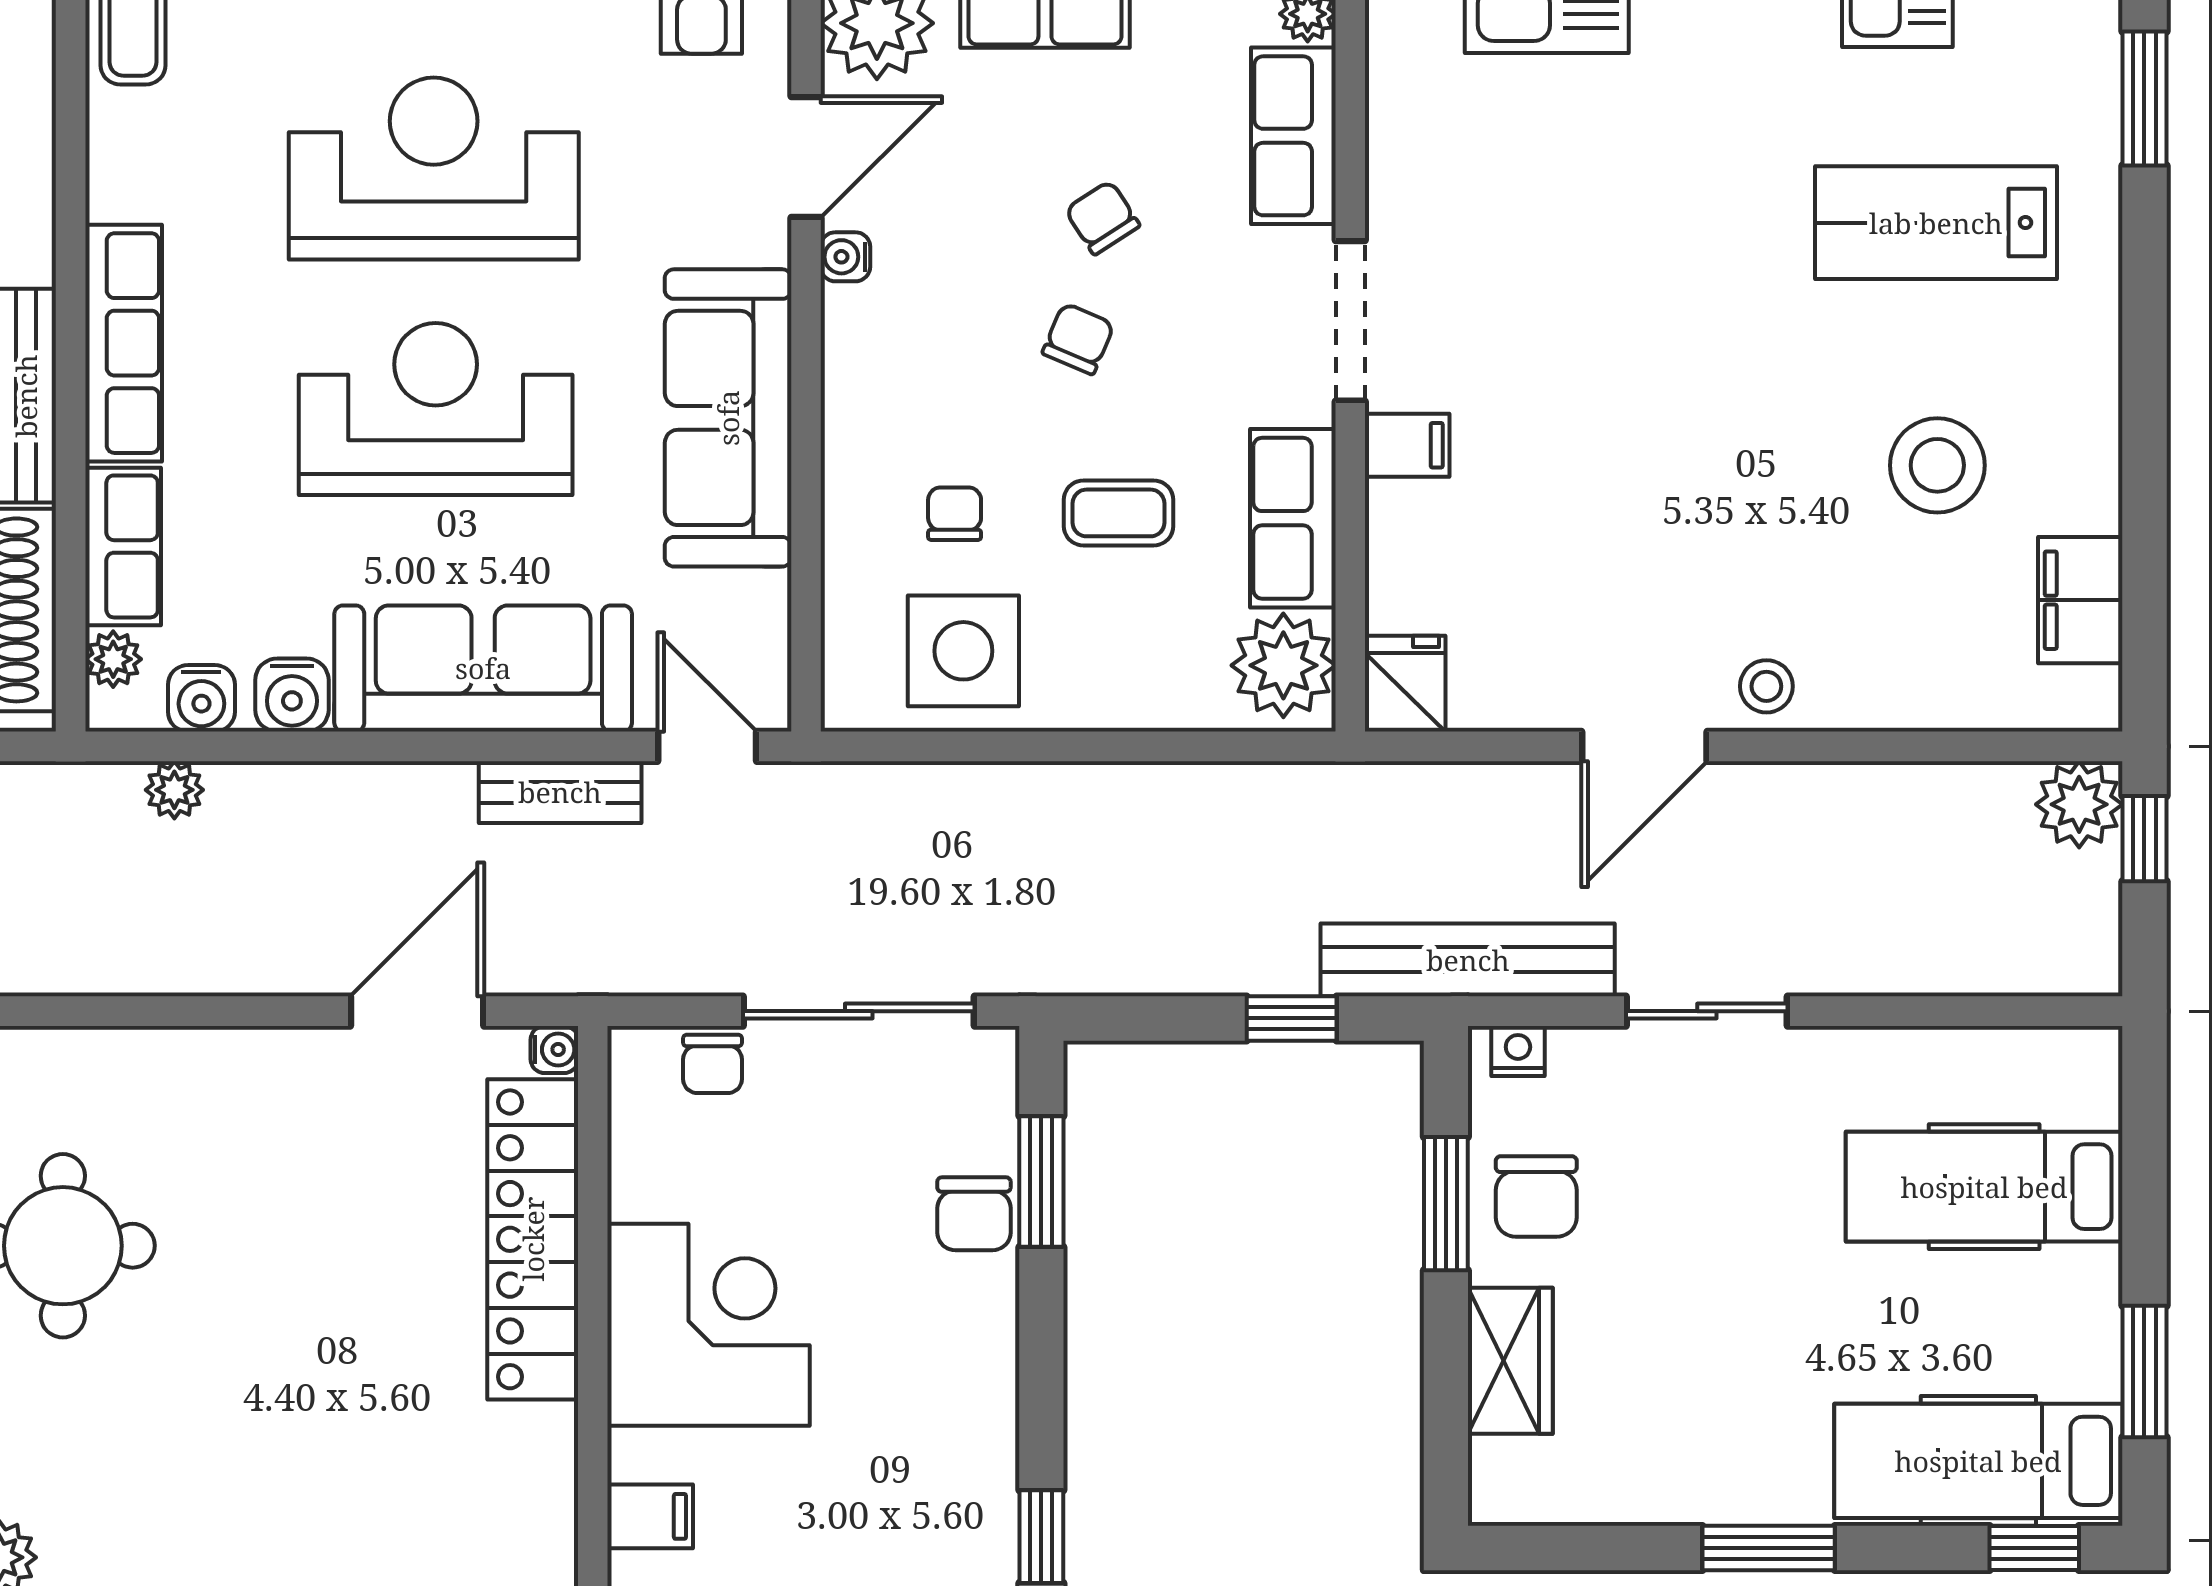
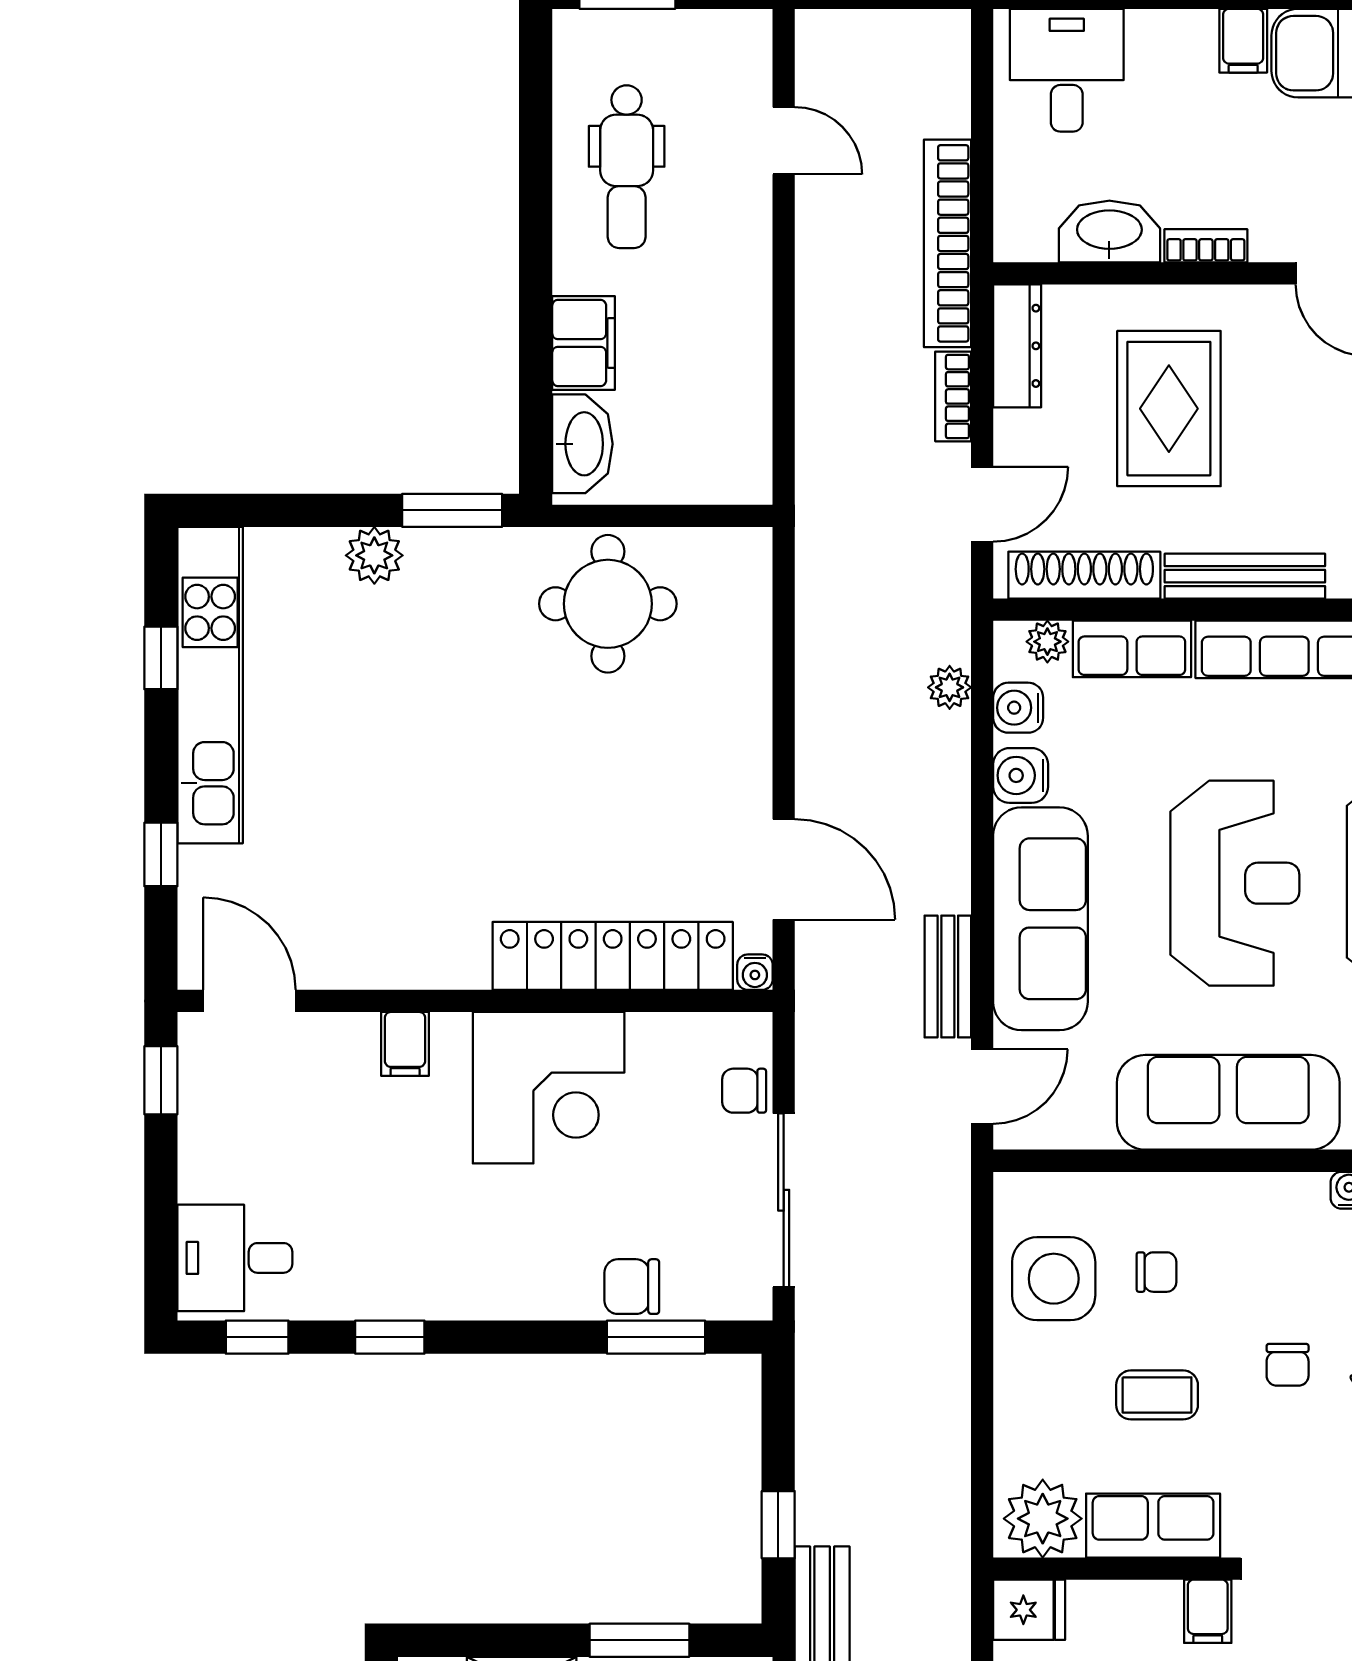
chair: (1078, 339) -> (1288, 1365), turned 67
coffee table: (1119, 513) -> (1157, 1395), turned 90

